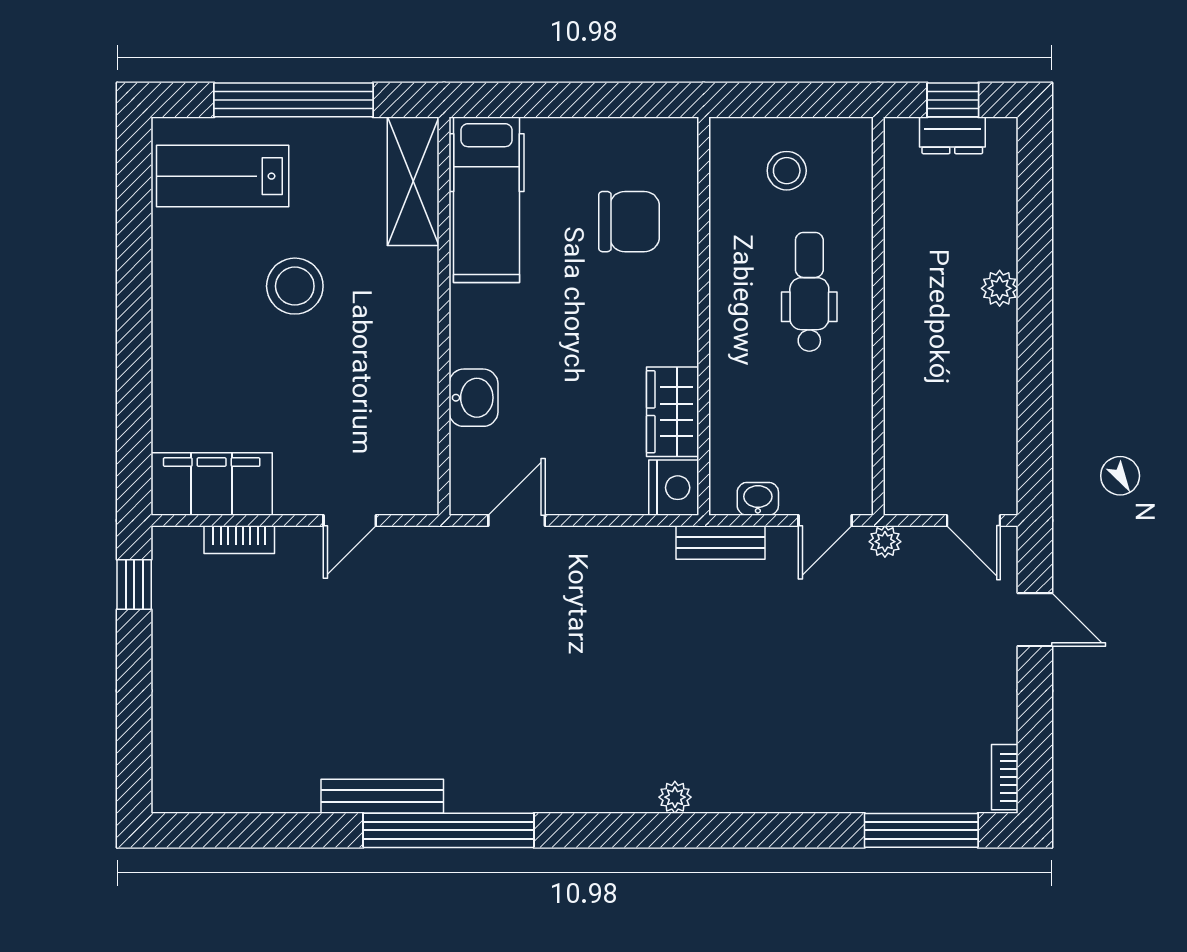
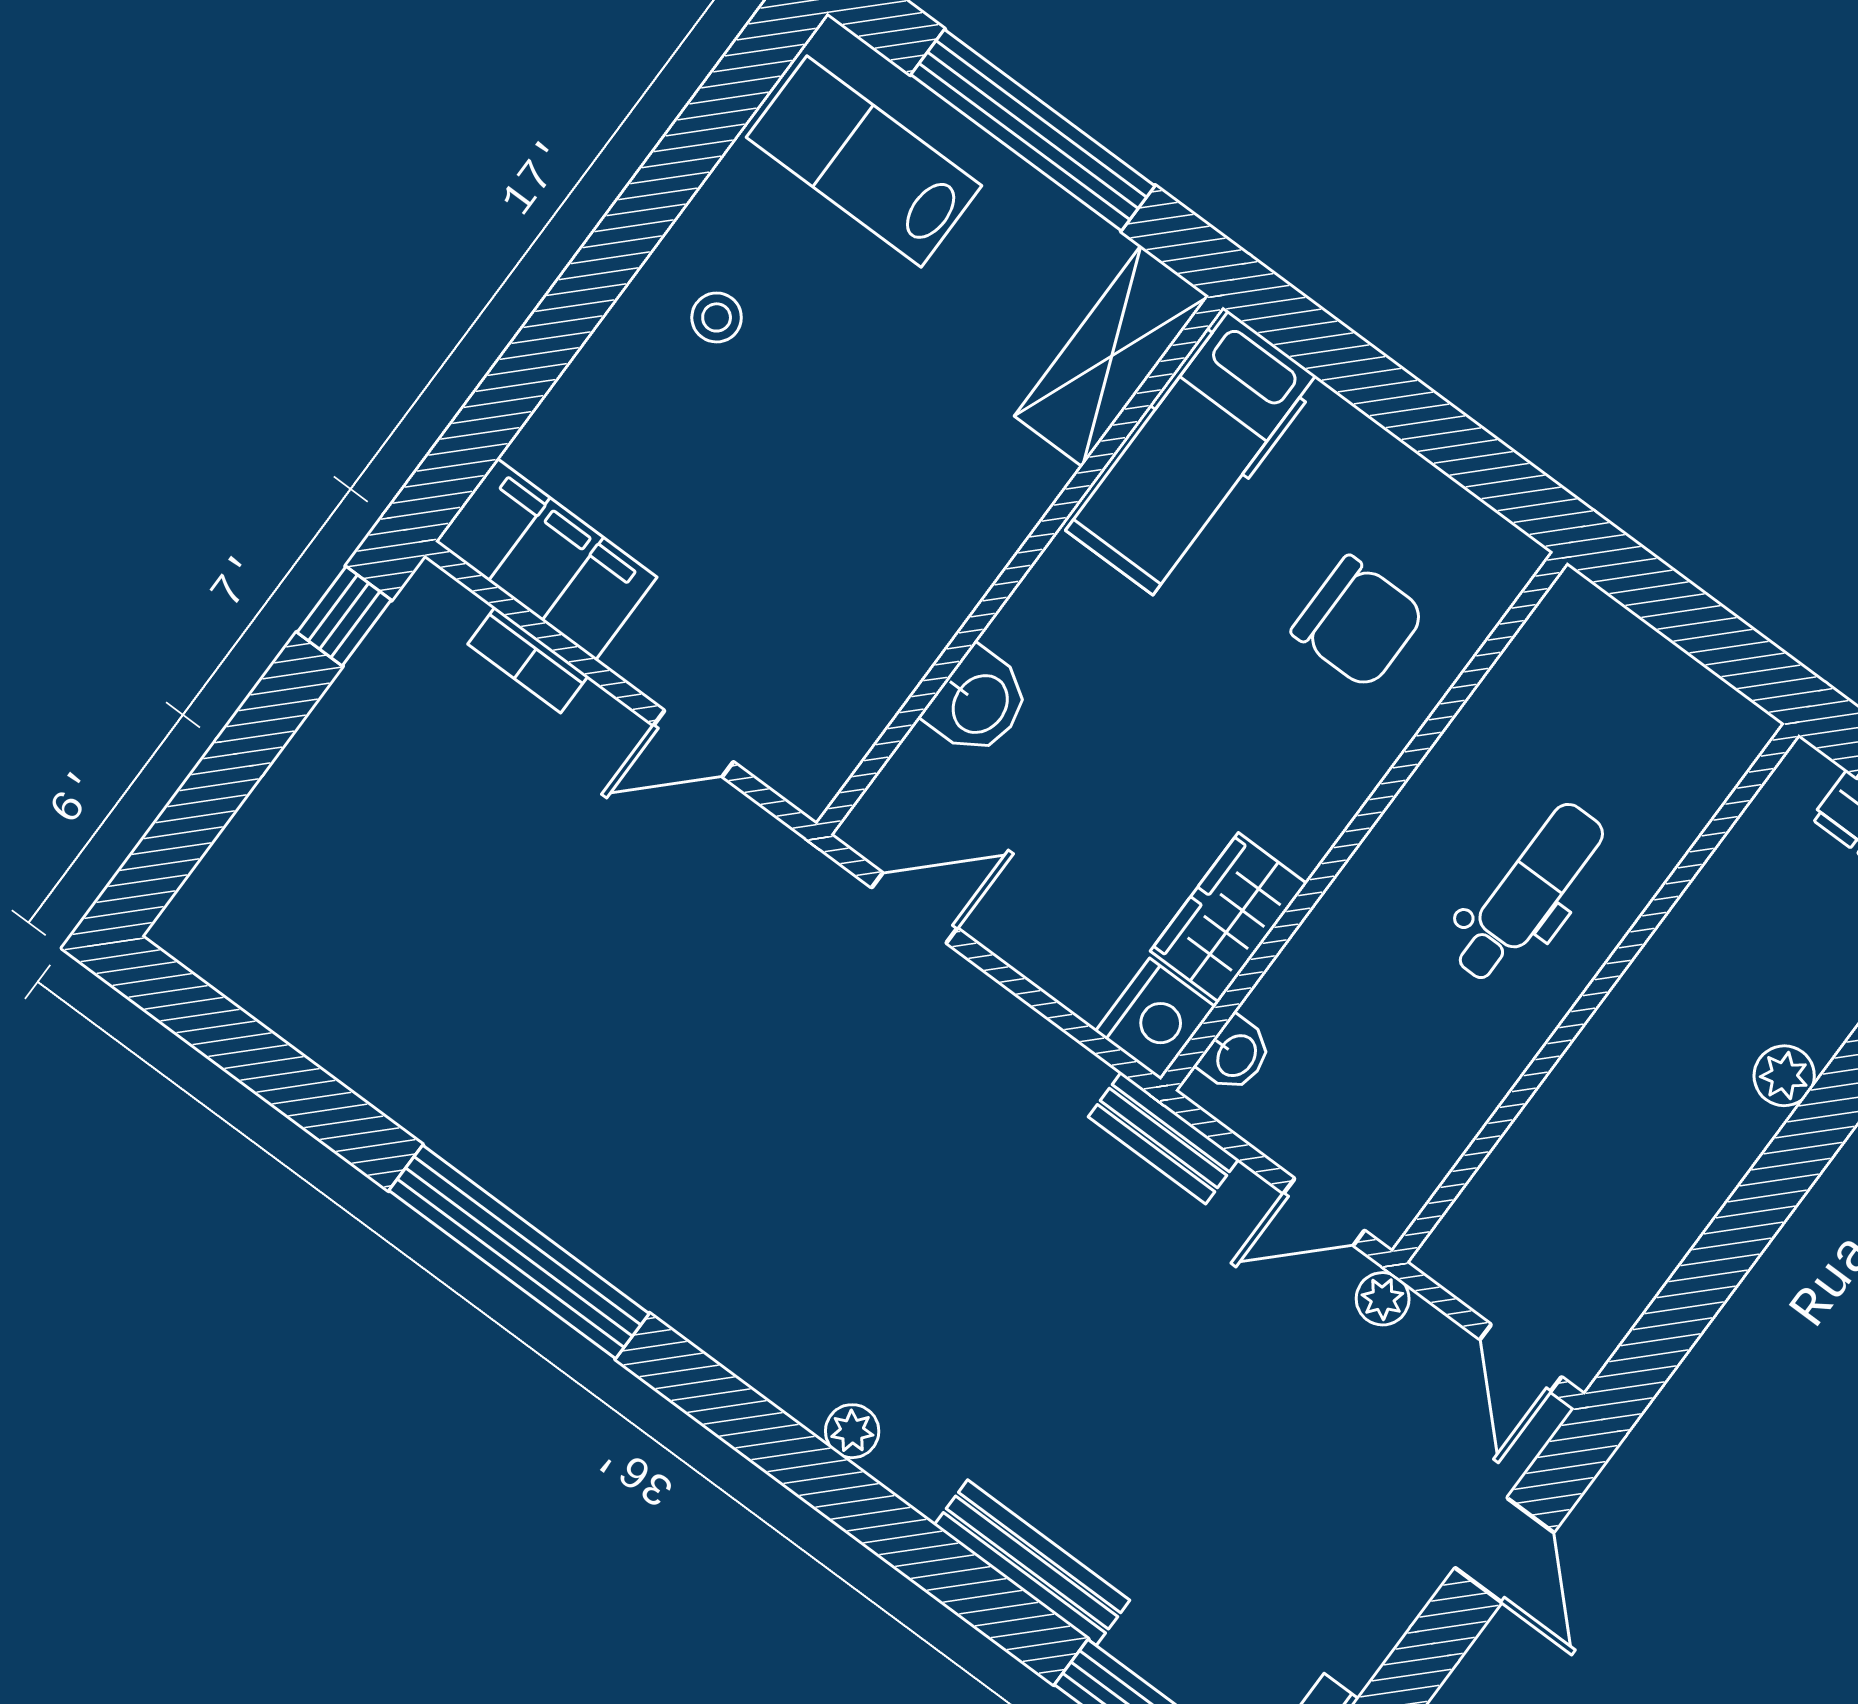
stool: (787, 171) -> (1618, 710), removed
stool: (295, 286) -> (717, 317), moved, width x0.53, depth x0.53
washbasin: (758, 499) -> (1235, 1055), moved, turned 90
bench: (382, 796) -> (1032, 1563), moved

